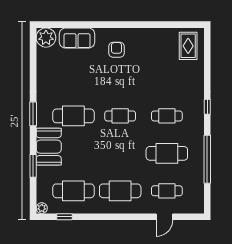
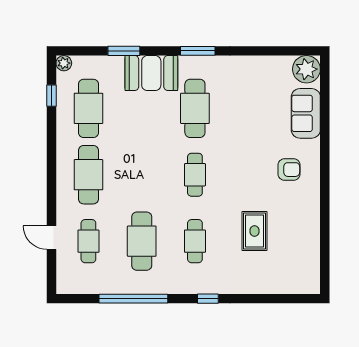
rug: (188, 46) -> (255, 231), moved, turned 90

